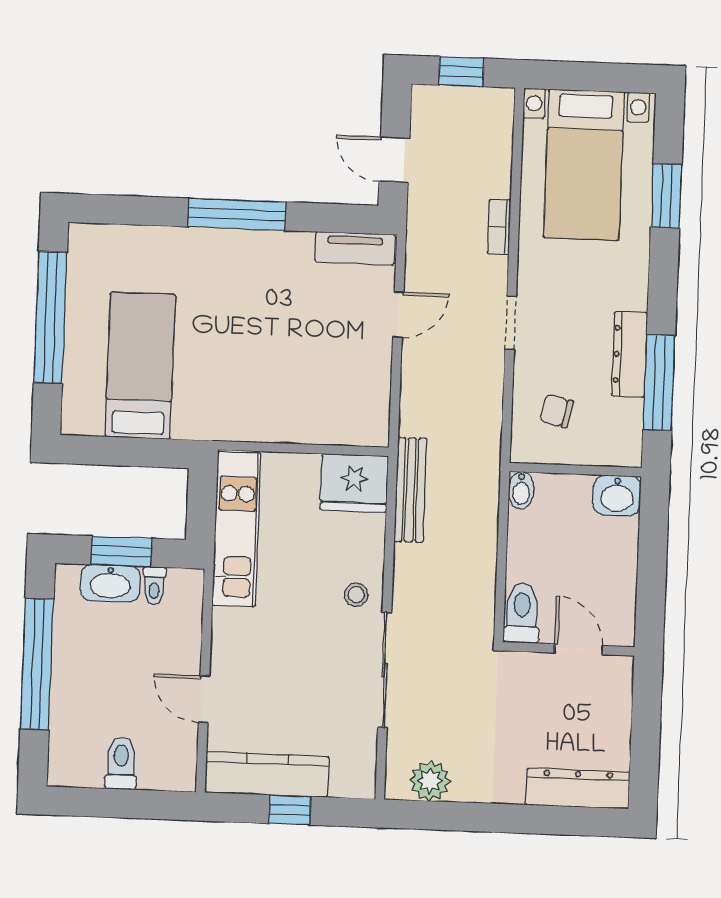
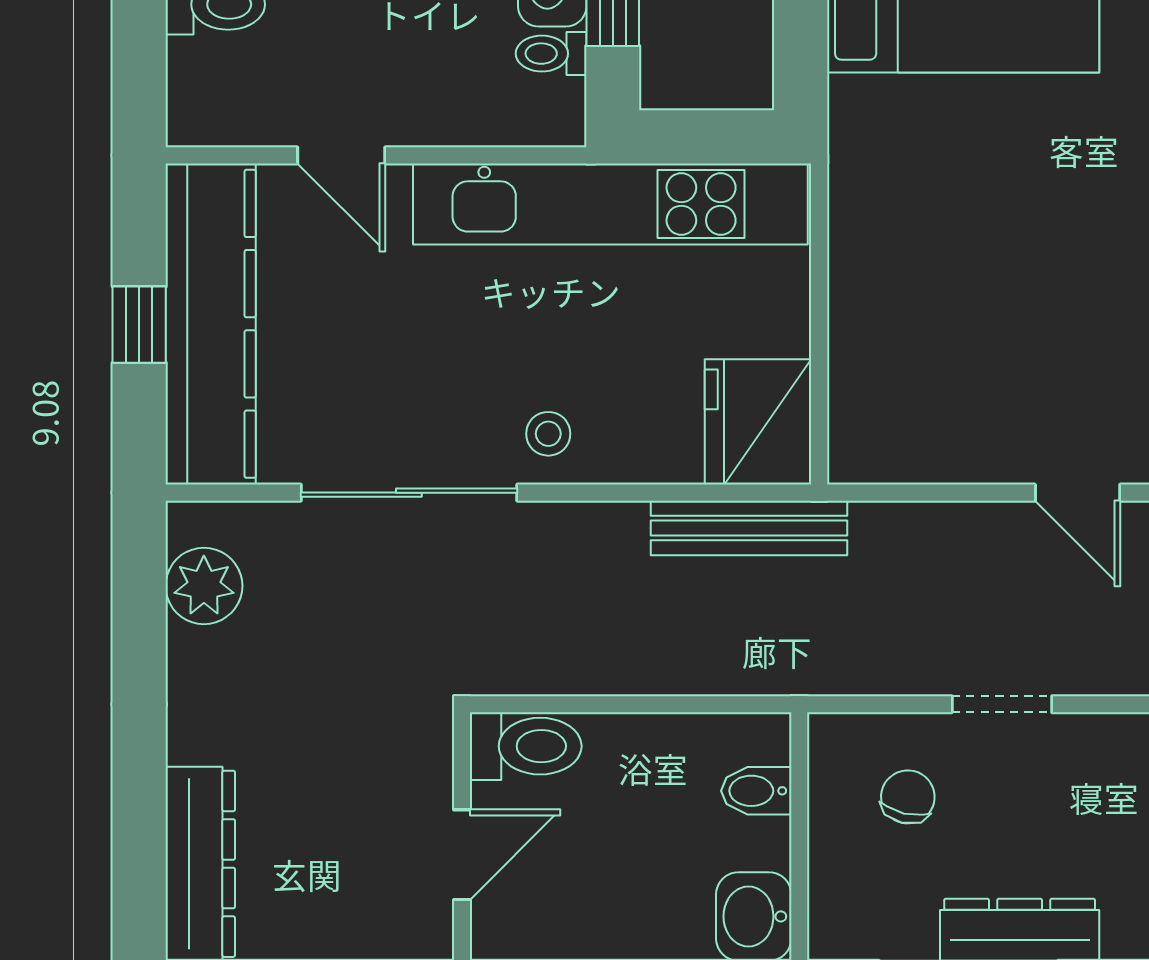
doorway: (511, 323) -> (1002, 704), moved
bidet: (521, 490) -> (756, 791), moved
kitchen unit: (236, 529) -> (610, 204), width x1.36
door: (204, 699) -> (341, 155), swing flipped
kitchen counter: (267, 775) -> (211, 324), width x1.39, depth x1.17

